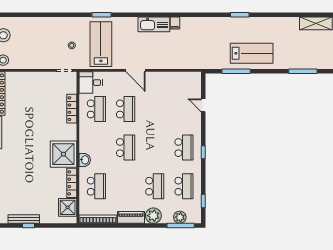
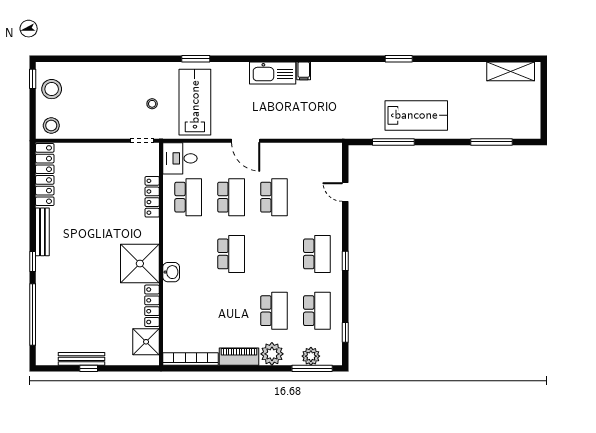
school desk: (96, 186) -> (274, 197), moved

